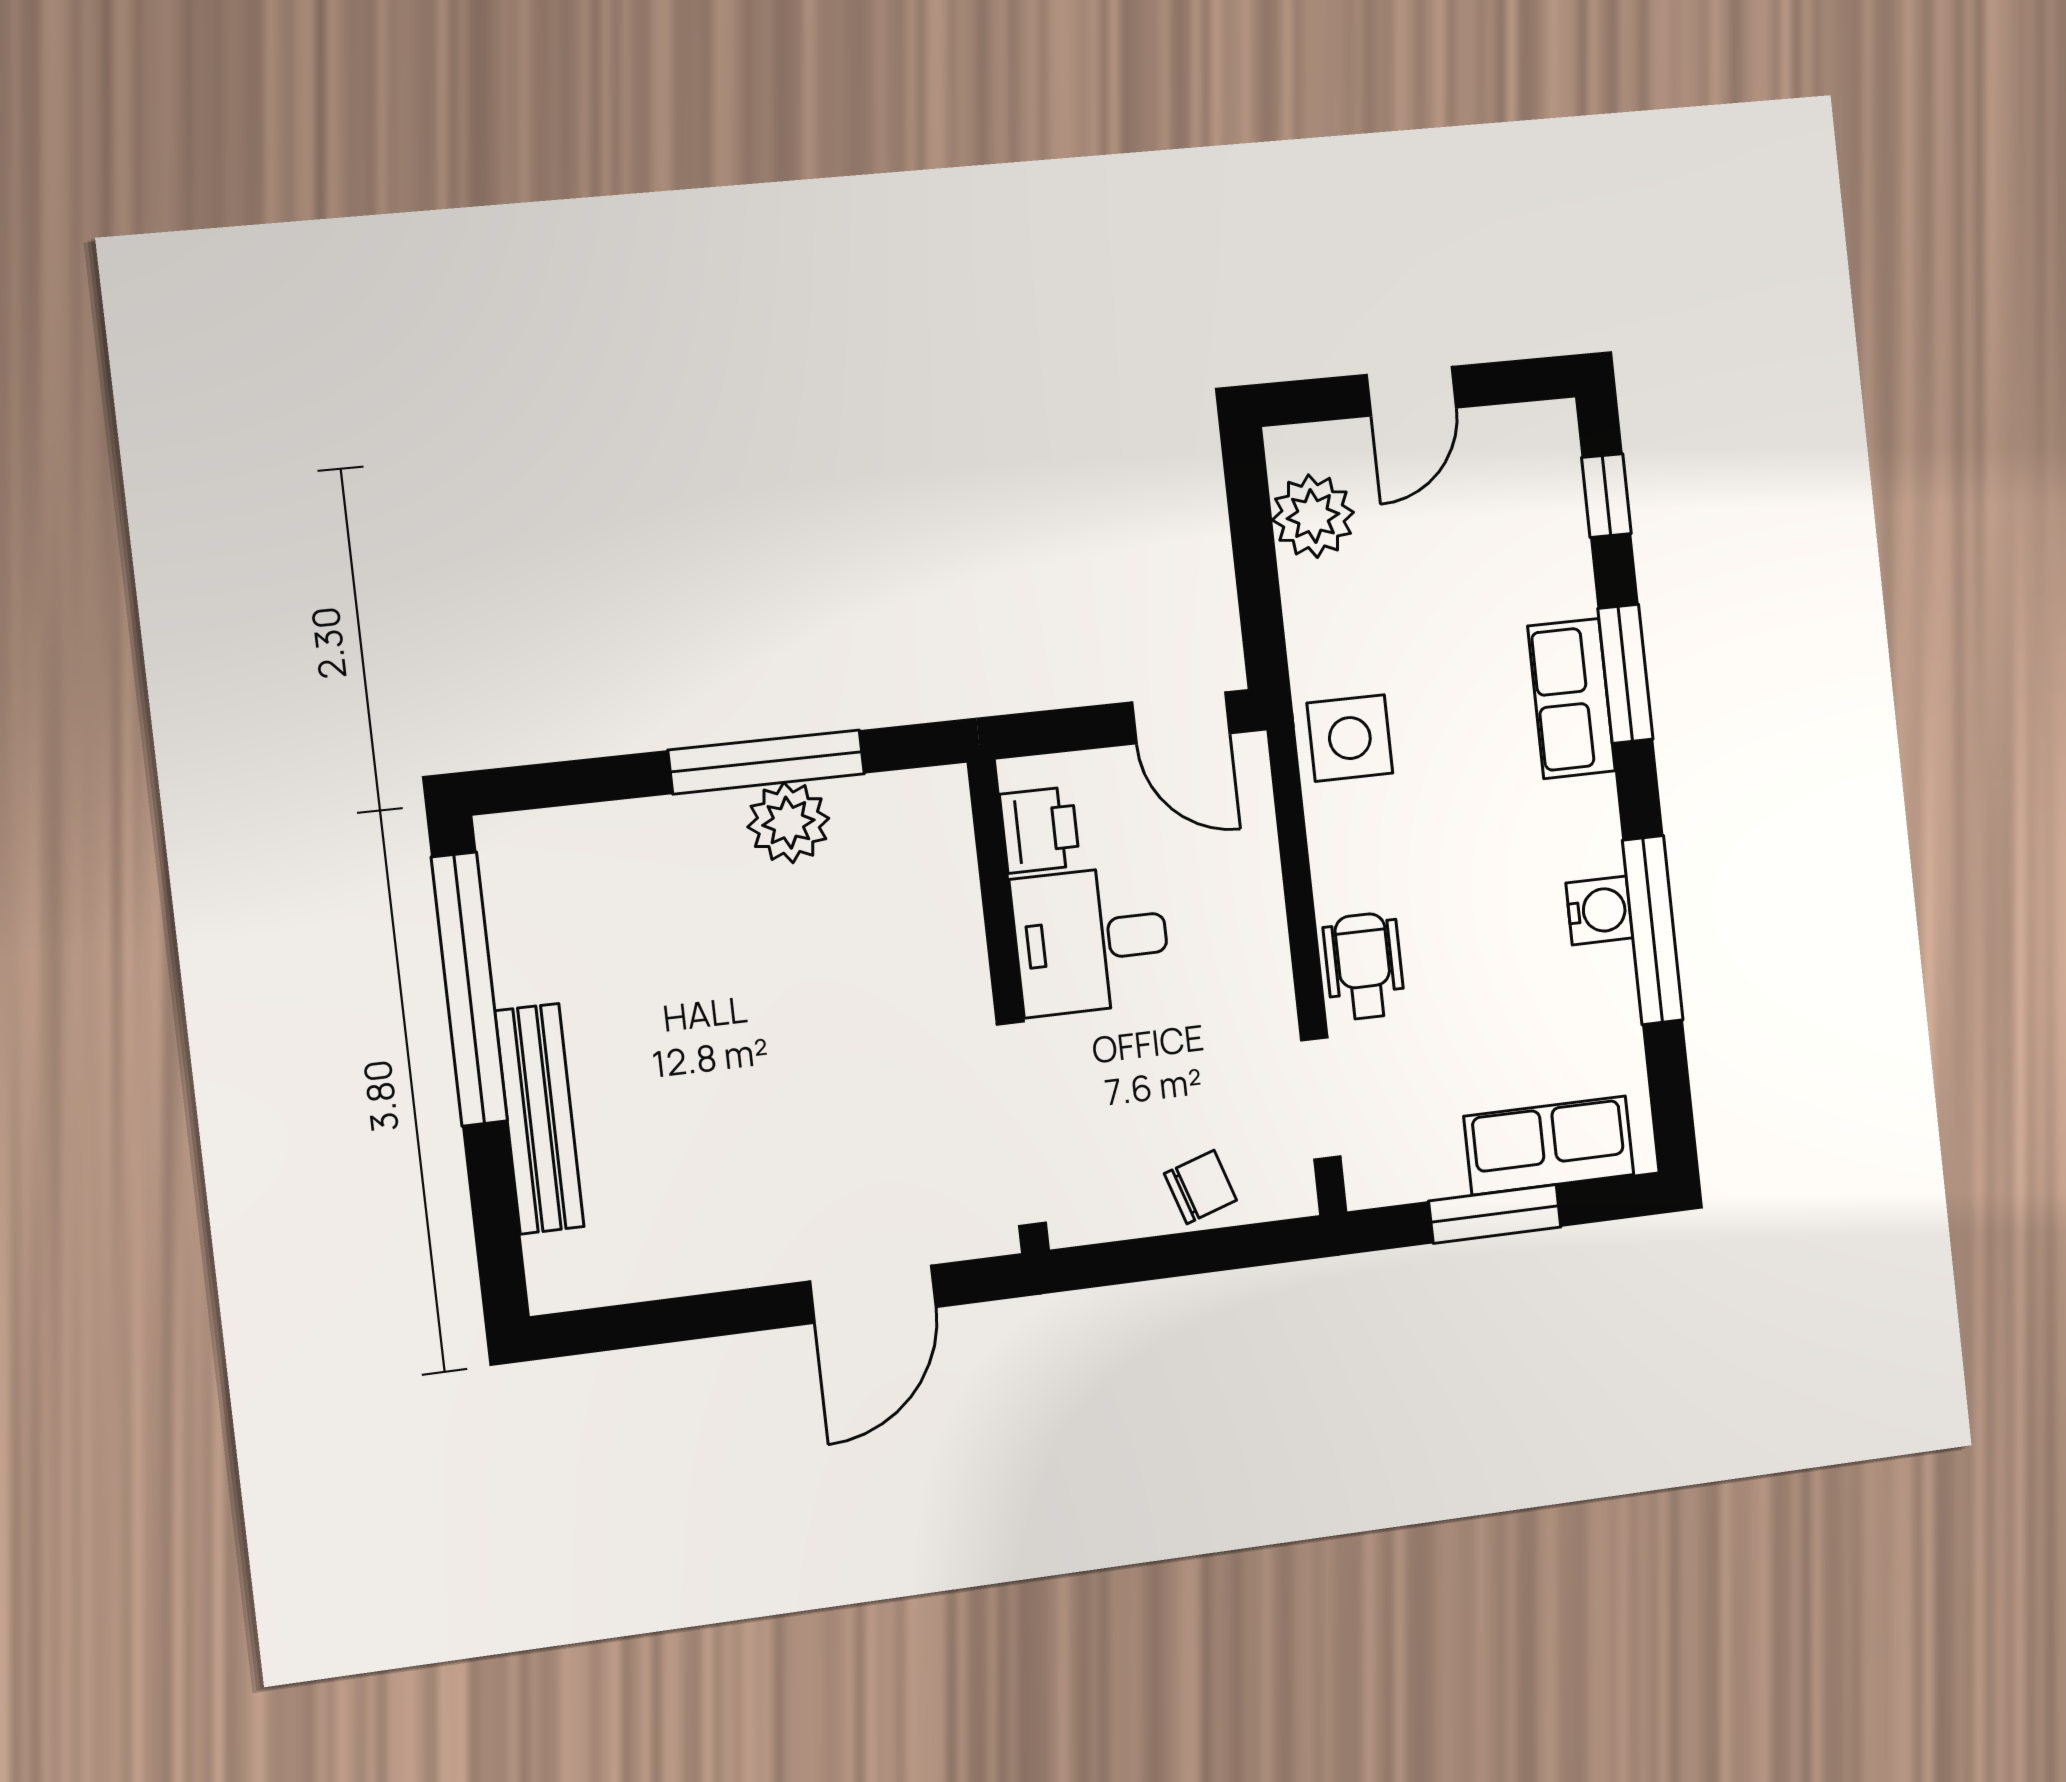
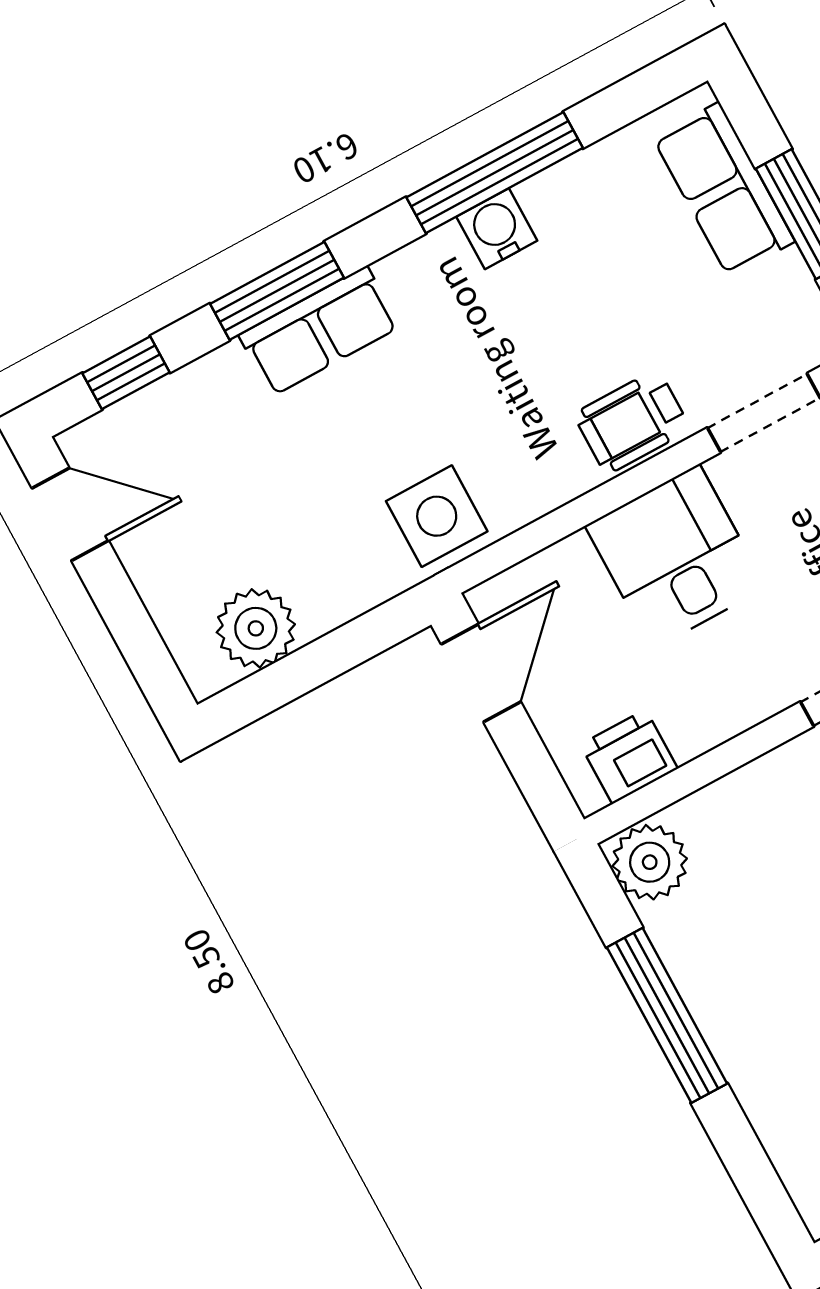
door: (1411, 391) -> (70, 514), moved
plant: (788, 823) -> (650, 862), moved
desk: (1091, 940) -> (676, 557), moved, turned 180

